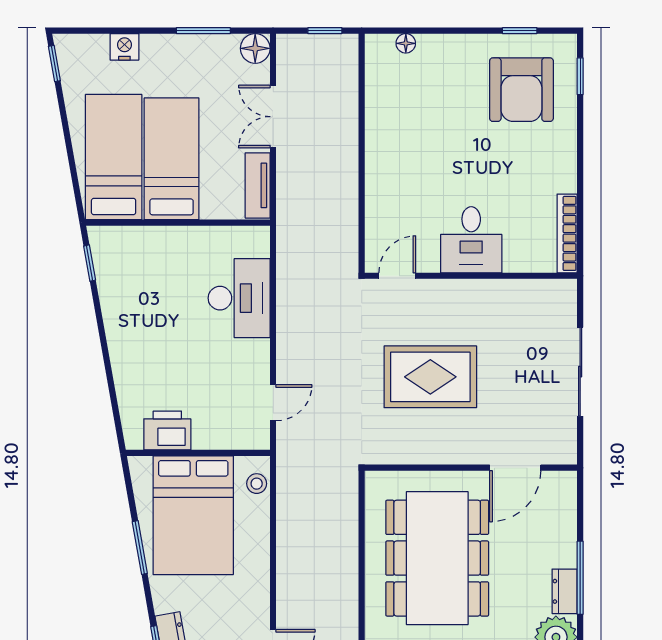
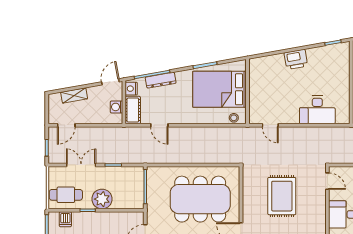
printer: (167, 431) -> (296, 59), moved, turned 80

